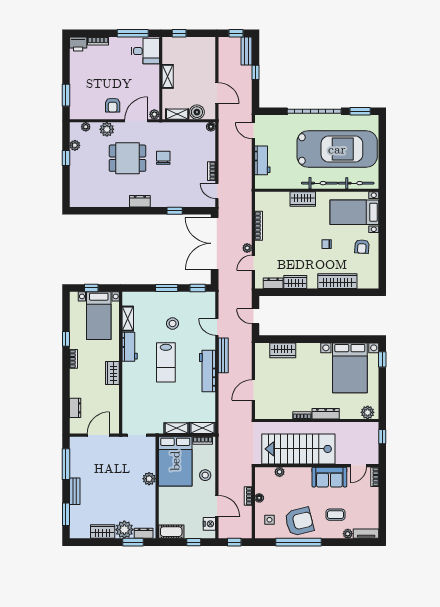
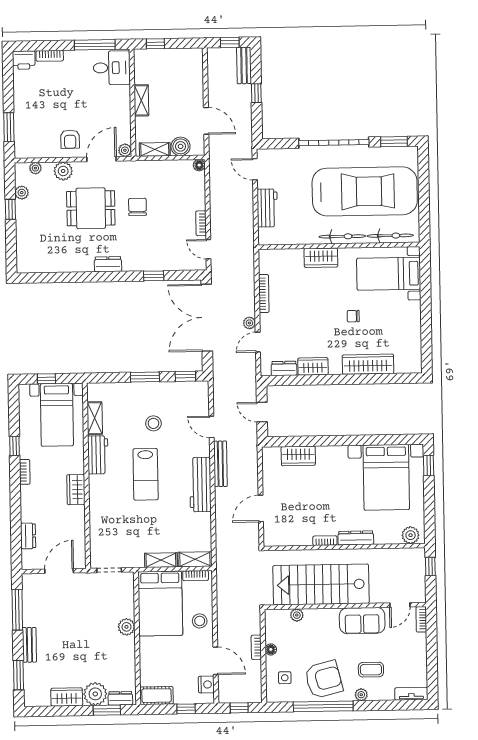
armchair: (362, 247) -> (399, 318), removed
plant: (348, 534) -> (361, 695), moved

